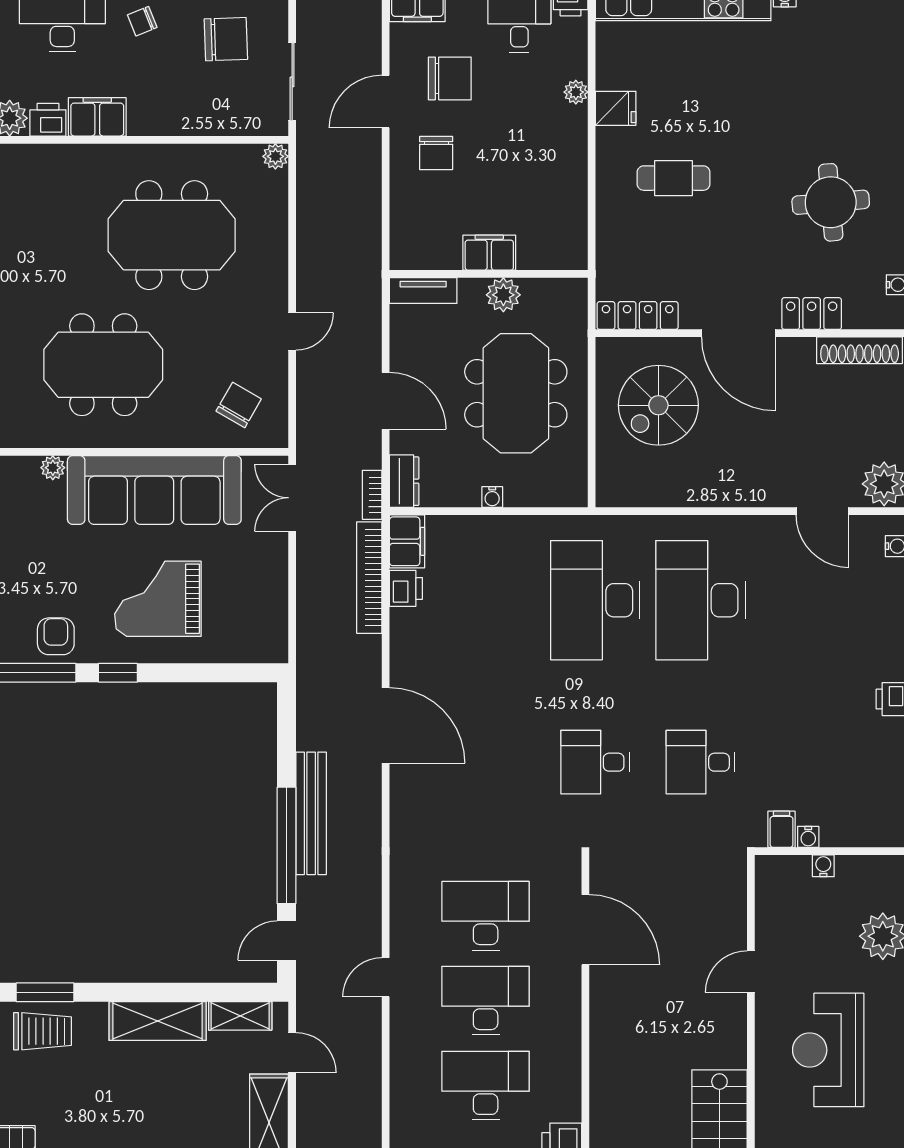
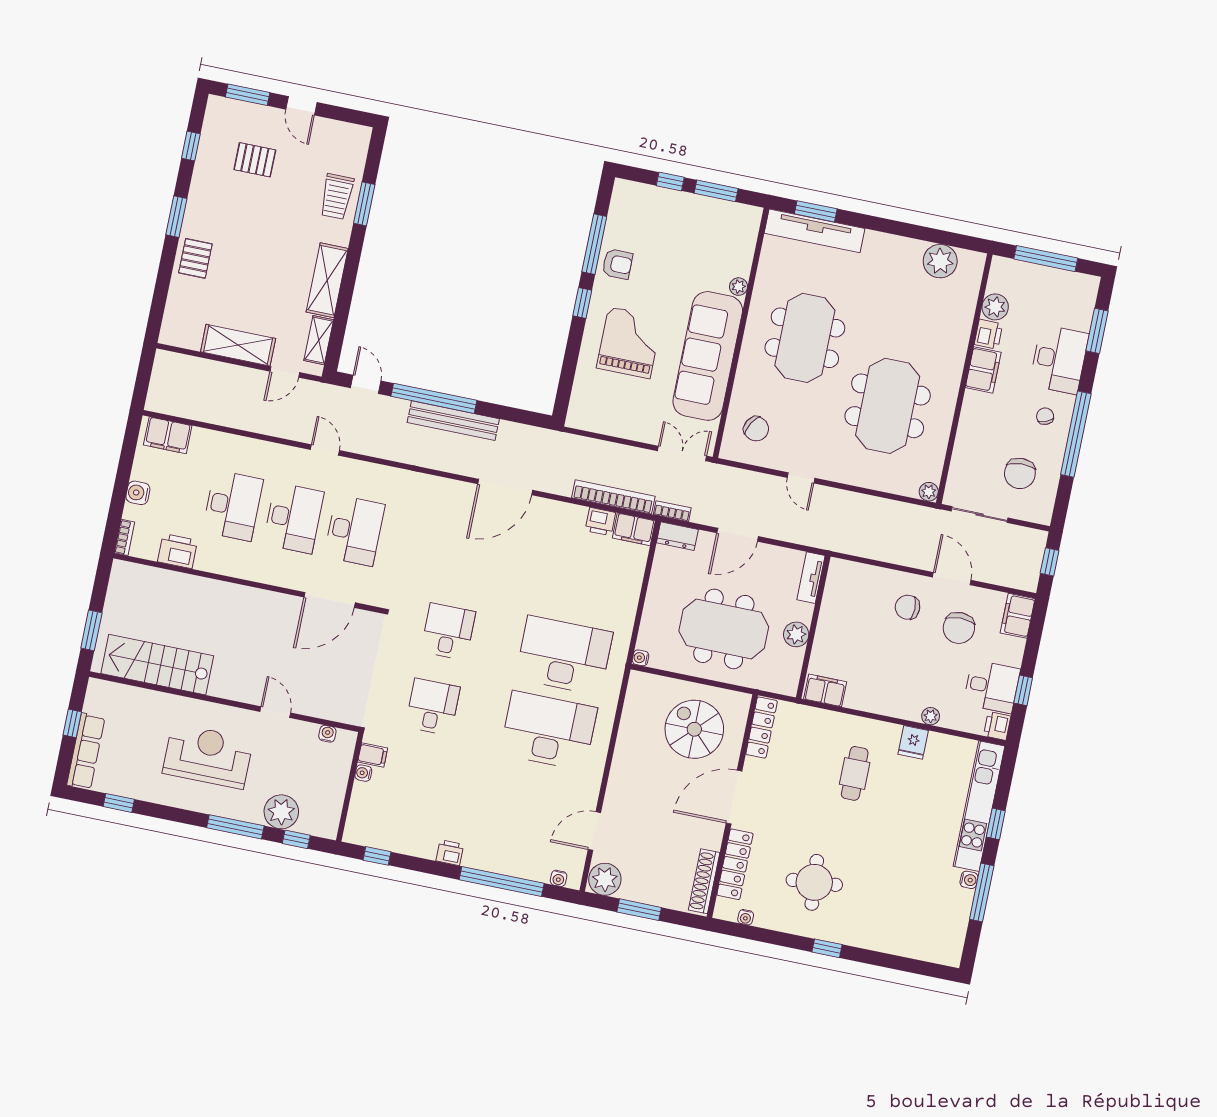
filing cabinet: (489, 253) -> (825, 690), moved, turned -90
locker: (812, 314) -> (735, 864), width x1.53
water cooler: (492, 497) -> (640, 658), moved
water cooler: (823, 866) -> (327, 734), moved, turned -90

